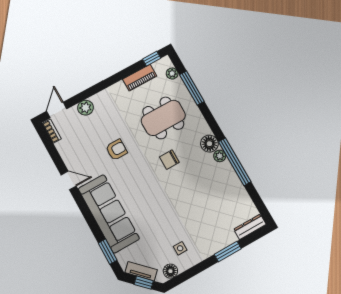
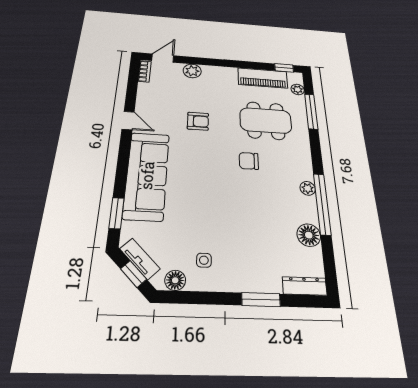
piano: (140, 78) -> (263, 78), width x1.37, depth x1.33
floor lamp: (209, 144) -> (309, 235), moved

